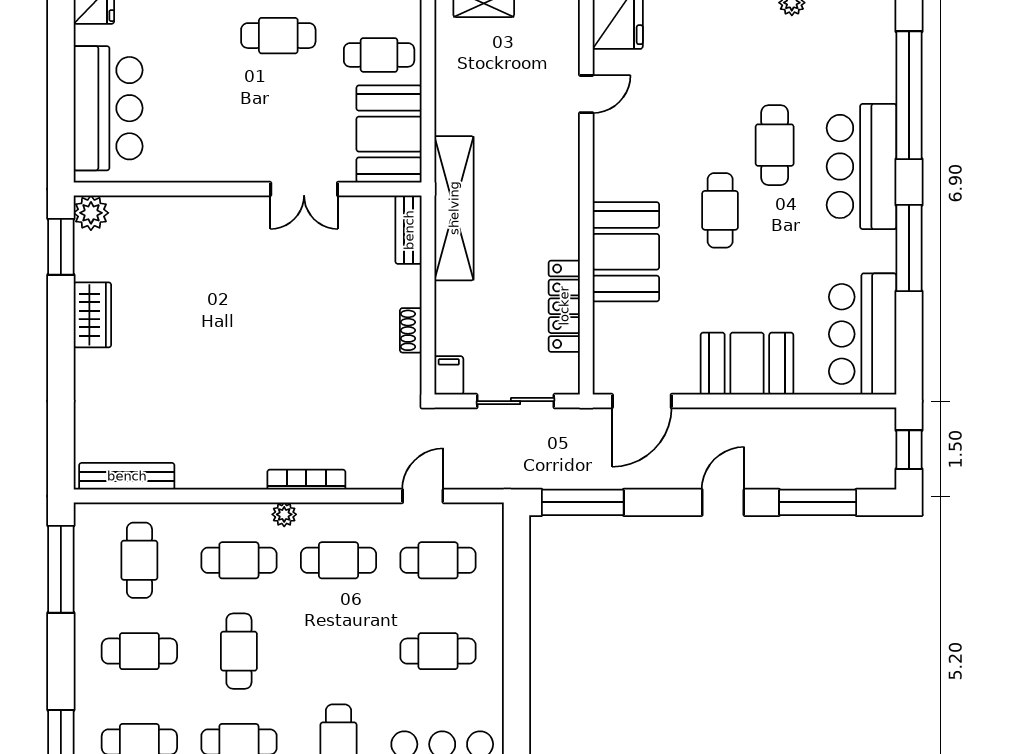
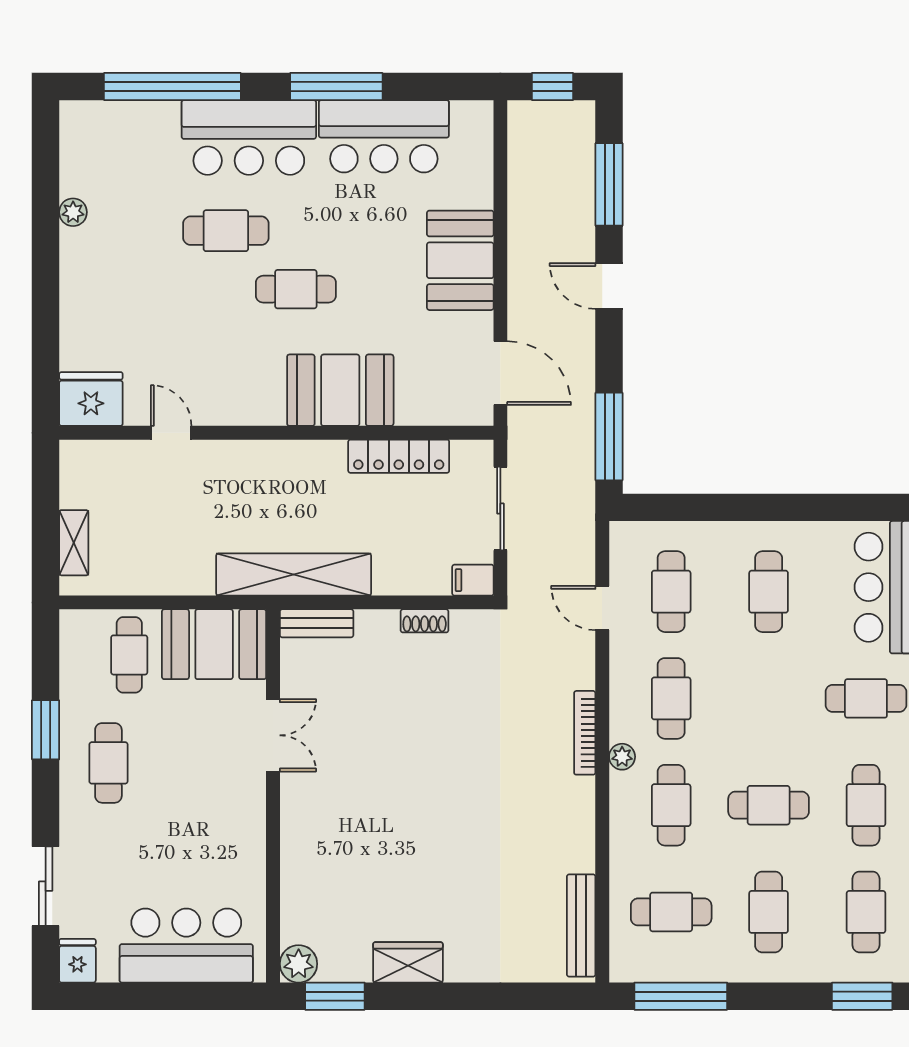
bar counter: (863, 334) -> (384, 136), moved

